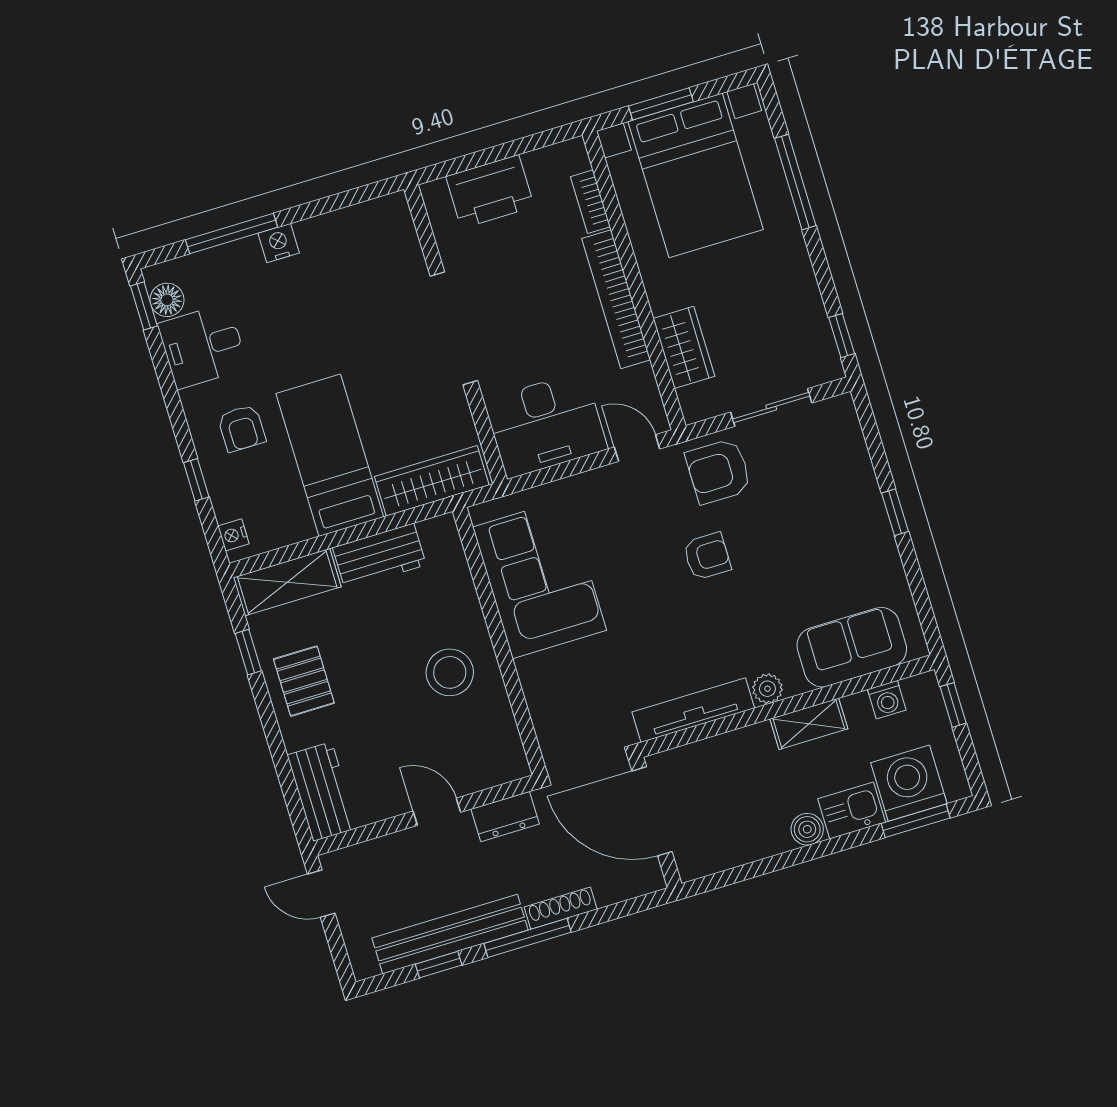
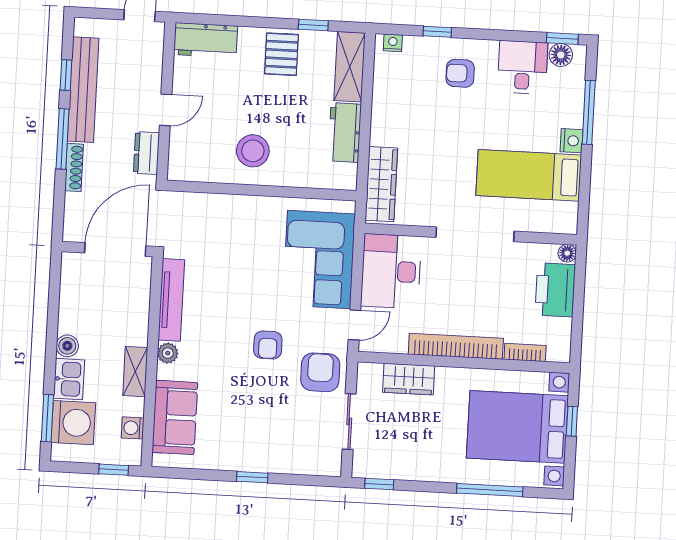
window: (661, 104) -> (572, 421), width x0.67
floor lamp: (434, 193) -> (567, 253), added
bed: (330, 455) -> (529, 175), moved, turned 180
corner sofa: (540, 579) -> (319, 260), moved, turned 90
pallet: (304, 681) -> (282, 54), turned 90

